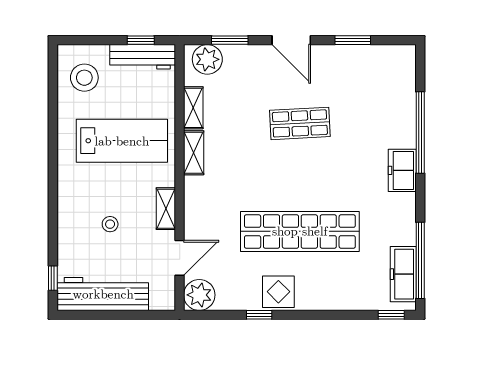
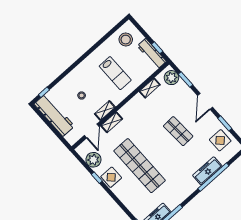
display table: (373, 71) -> (220, 140), added
lab bench: (122, 141) -> (115, 73), width x0.73, depth x0.72
shelving: (194, 153) -> (112, 122), moved
freezer: (402, 170) -> (207, 171), moved, width x1.40
door: (180, 258) -> (92, 131), hinge flipped
plant: (199, 295) -> (93, 160), moved

